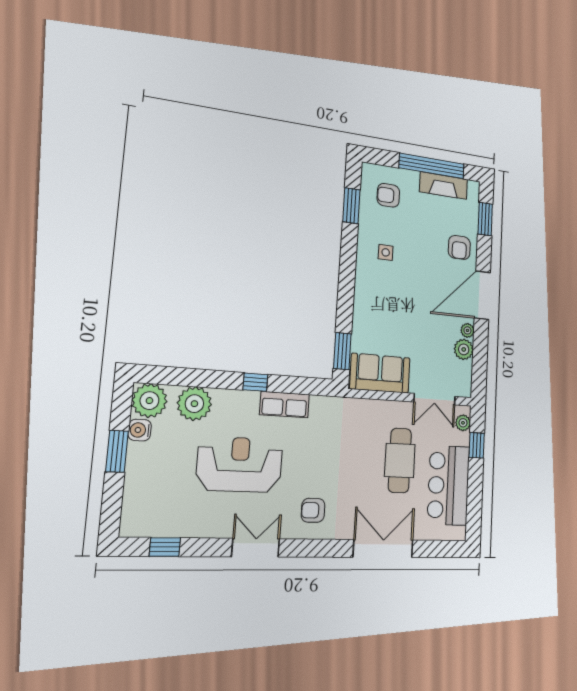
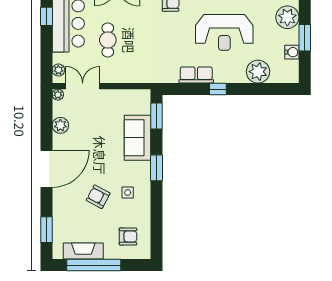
window: (351, 206) -> (156, 168), moved
armchair: (459, 247) -> (98, 197), moved, turned -62
plant: (467, 330) -> (58, 95), moved
sofa: (380, 373) -> (138, 138), moved, turned 90
plant: (149, 401) -> (287, 17), moved
window: (477, 445) -> (46, 16), moved
cafe table: (400, 460) -> (108, 40), width x0.73, depth x0.74

